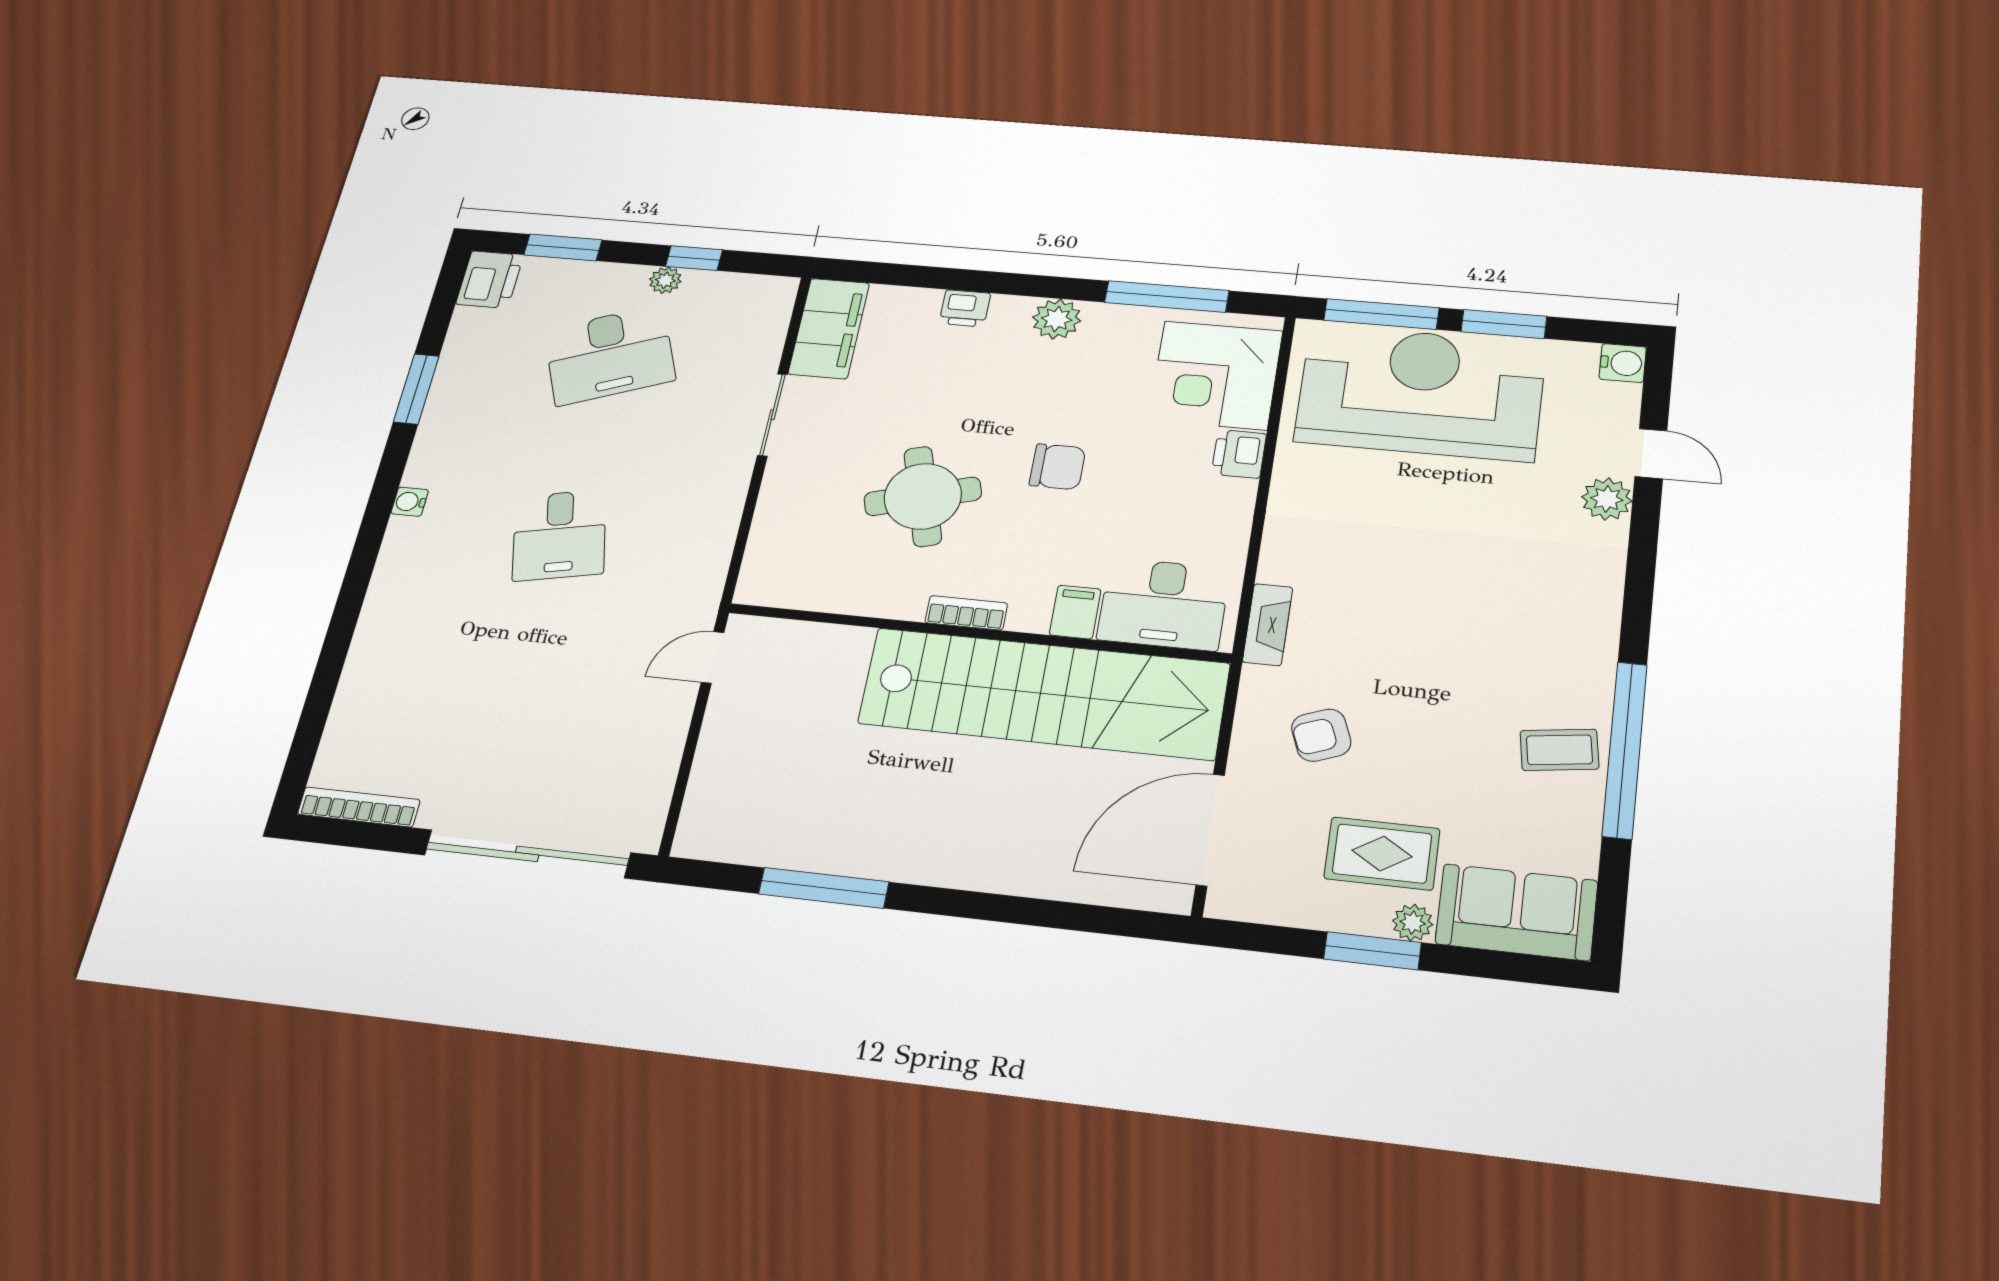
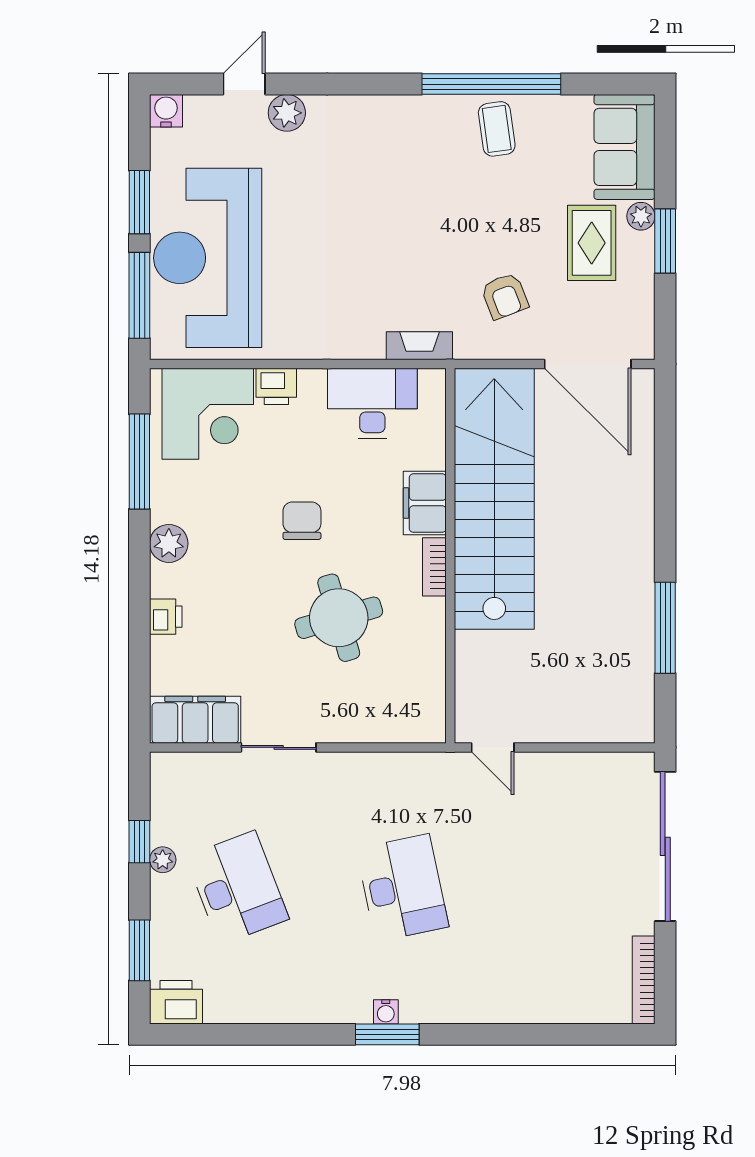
window: (416, 389) -> (387, 1034), moved
desk: (559, 535) -> (402, 888), width x1.37
desk: (1164, 604) -> (372, 403), moved, turned -90
filing cabinet: (1075, 612) -> (425, 503), width x2.00

